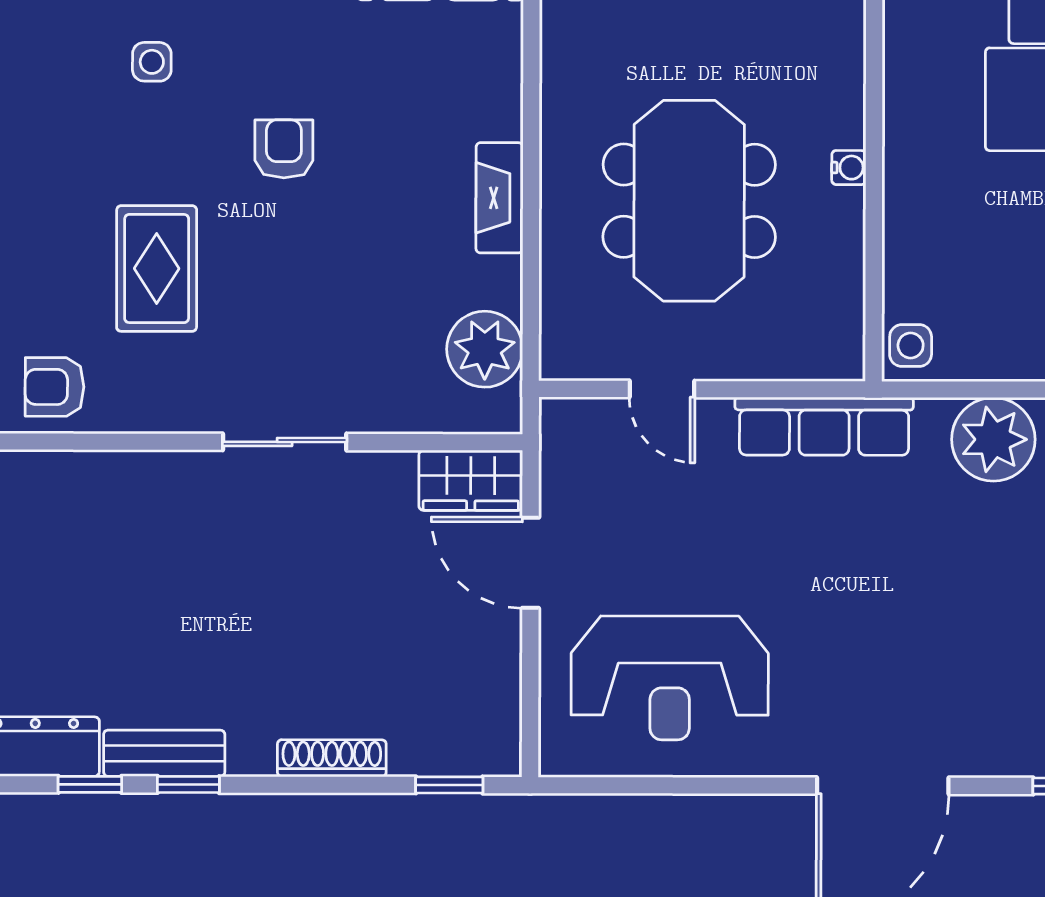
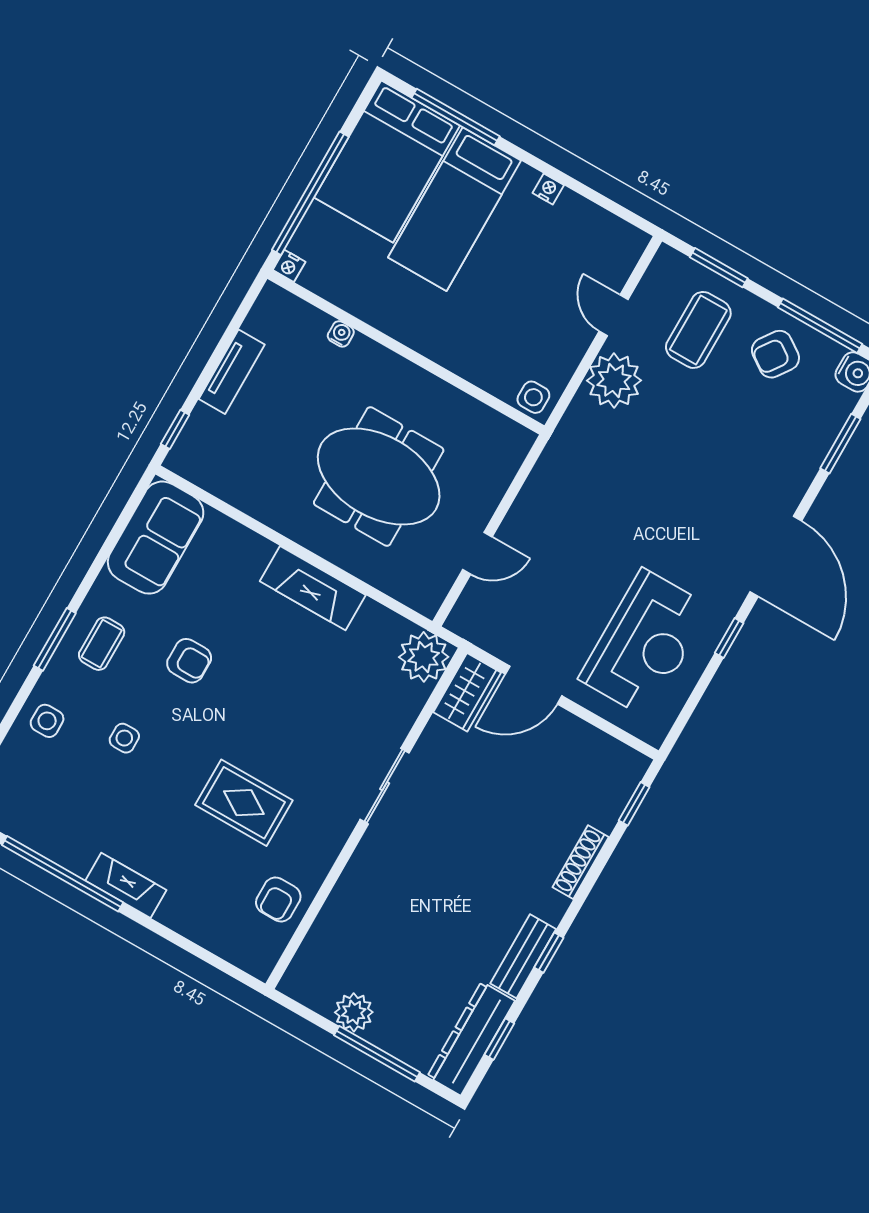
armchair: (284, 149) -> (189, 661), moved, turned 180
water cooler: (849, 168) -> (341, 334), moved
fireplace: (499, 198) -> (313, 588), width x1.37, depth x1.32
plant: (485, 349) -> (424, 657), moved
row of seats: (824, 426) -> (551, 473), removed
window: (90, 784) -> (499, 1039), moved
window: (740, 785) -> (729, 638), added

